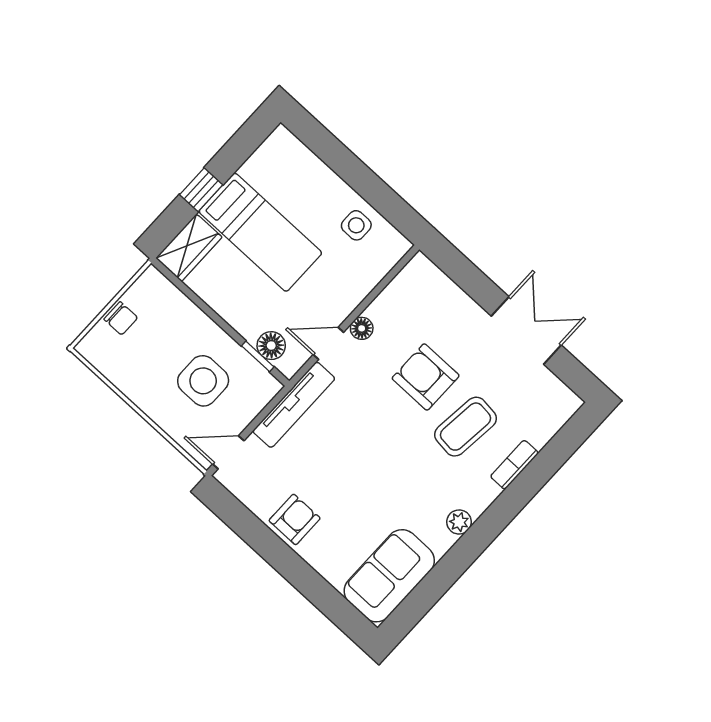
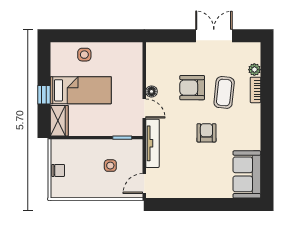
side table: (356, 225) -> (84, 55), moved
door: (328, 343) -> (144, 109), swing flipped
floor lamp: (271, 346) -> (124, 129), removed
side table: (203, 381) -> (110, 166), width x0.54, depth x0.54
armchair: (295, 519) -> (206, 133), moved
plant: (459, 522) -> (254, 70), moved

